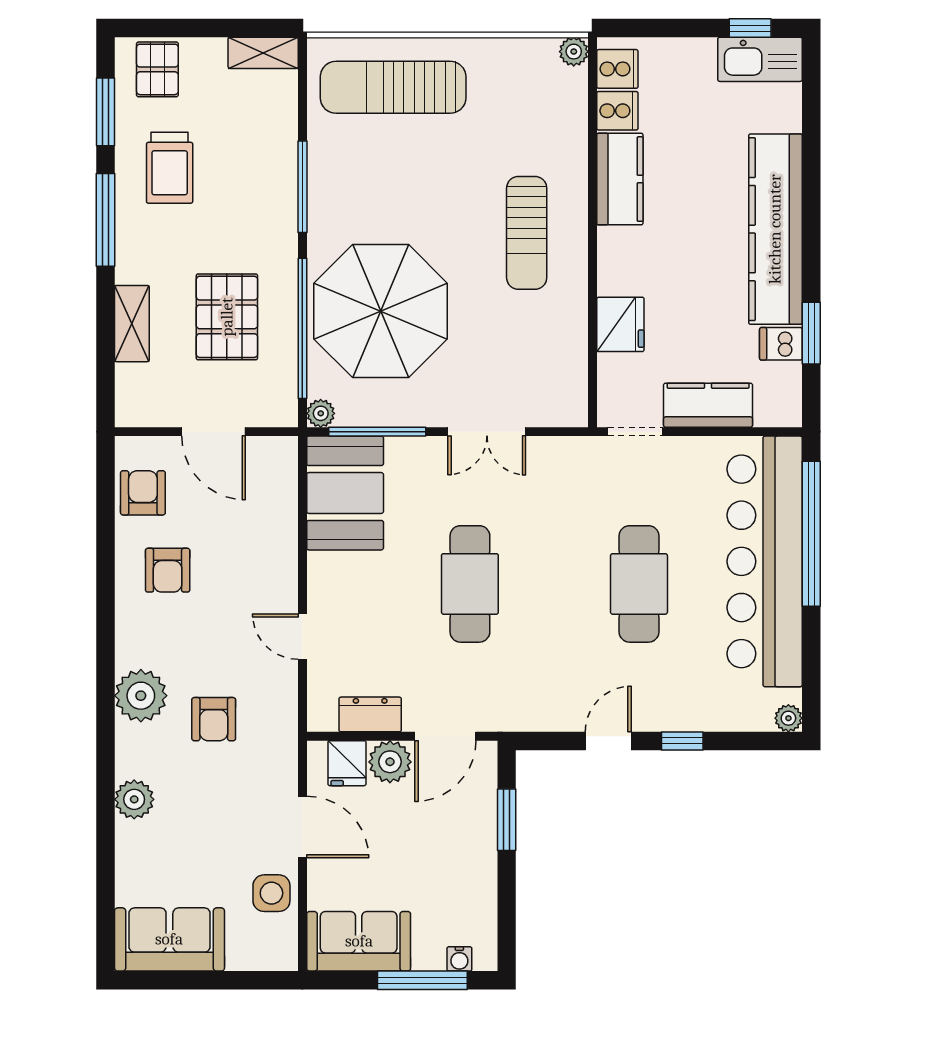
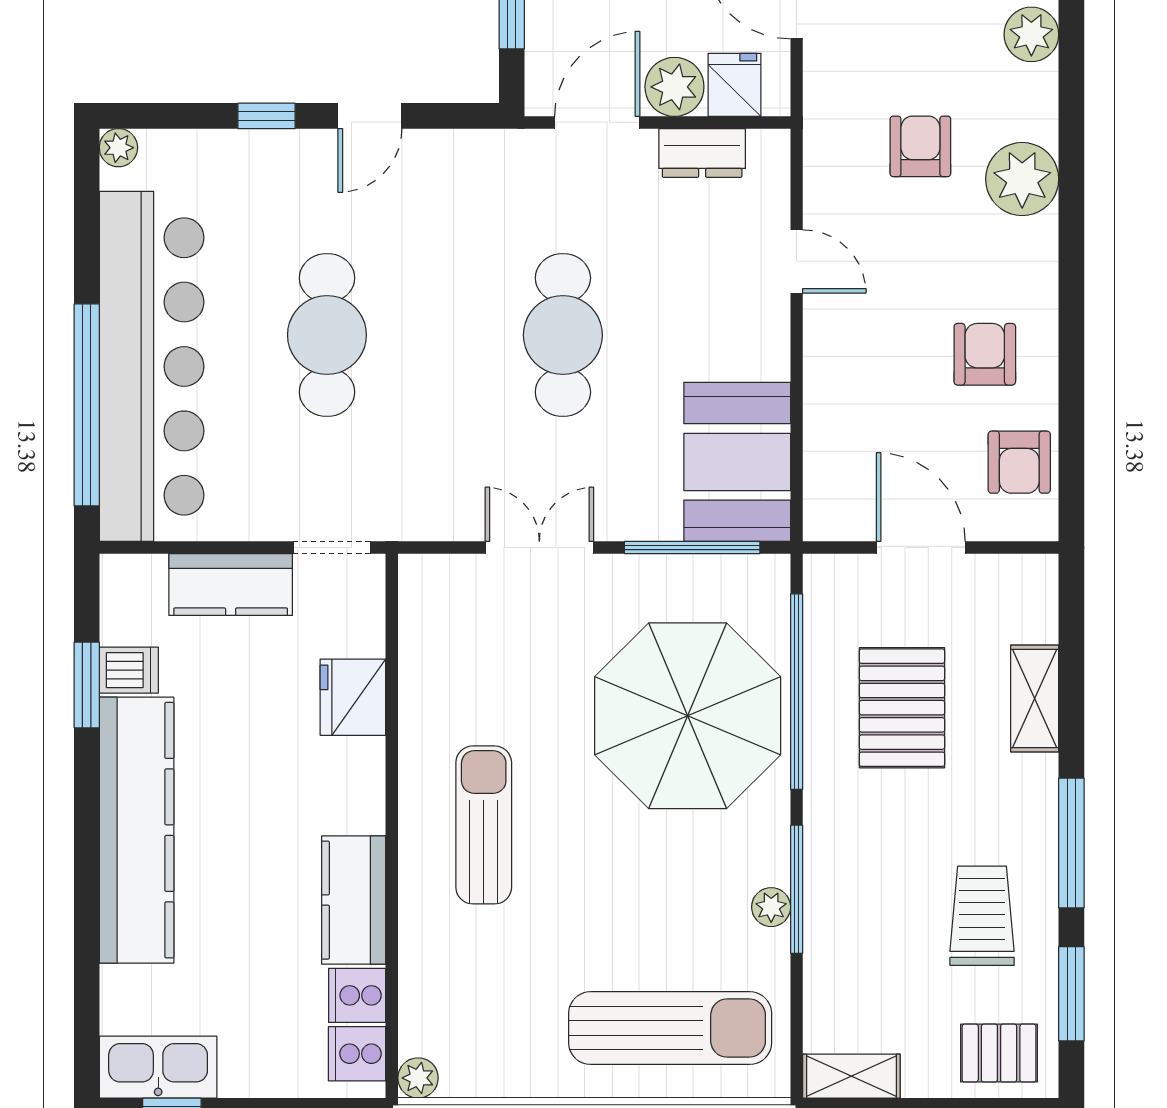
pallet: (157, 69) -> (999, 1053), turned 90
plant: (321, 413) -> (771, 907), moved

